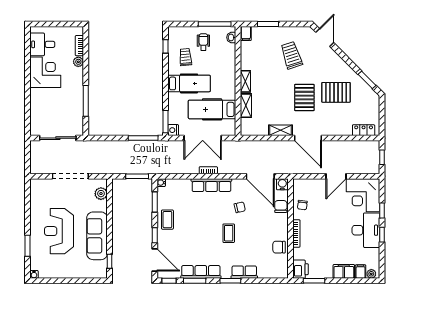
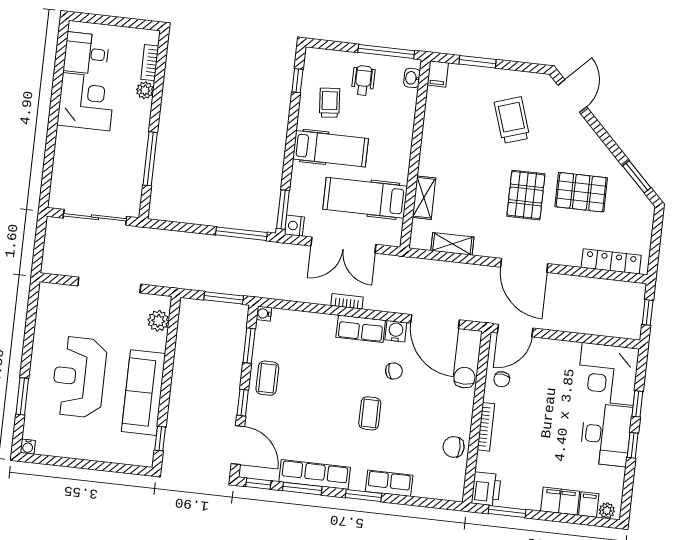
shelving: (245, 81) -> (428, 156), removed
shelving: (281, 130) -> (452, 244), moved
locker: (364, 130) -> (611, 261), width x1.53
door: (336, 176) -> (515, 331), moved
water cooler: (282, 184) -> (396, 331), moved
row of seats: (211, 185) -> (361, 329), width x0.68

